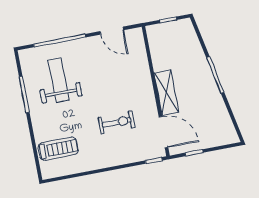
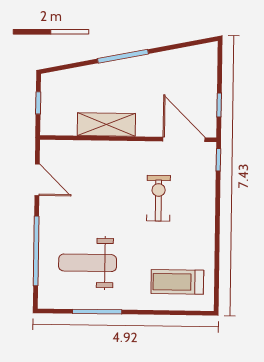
door: (112, 31) -> (37, 180), hinge flipped
shelving: (166, 93) -> (106, 125), moved
door: (163, 132) -> (184, 139), hinge flipped
treadmill: (58, 149) -> (177, 282), turned -90

